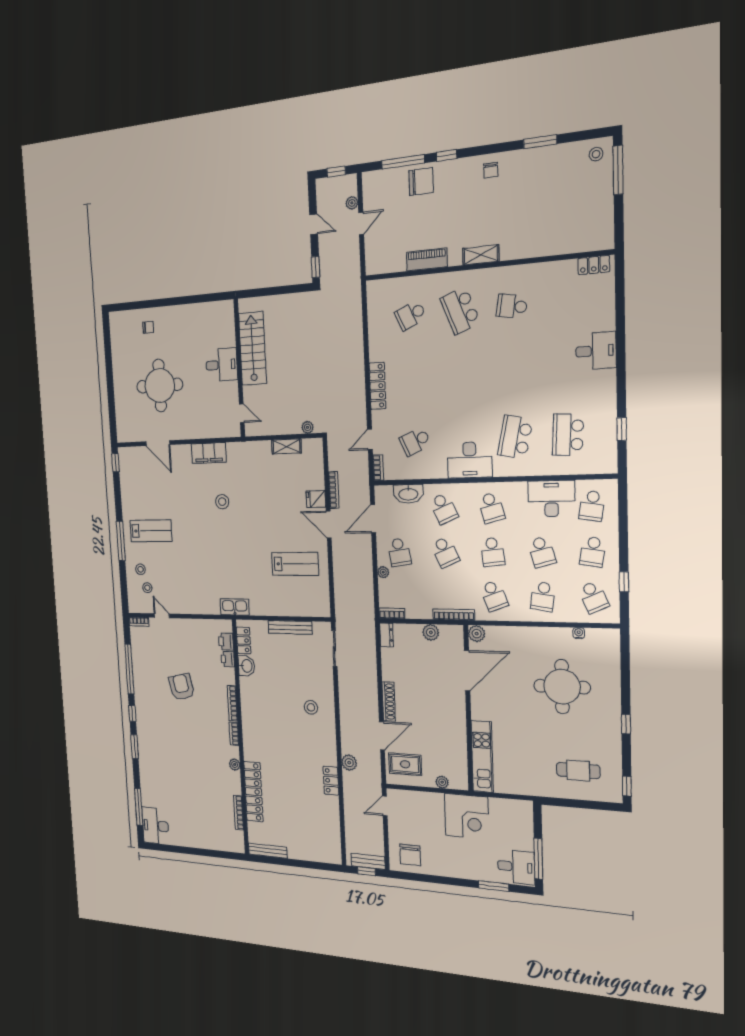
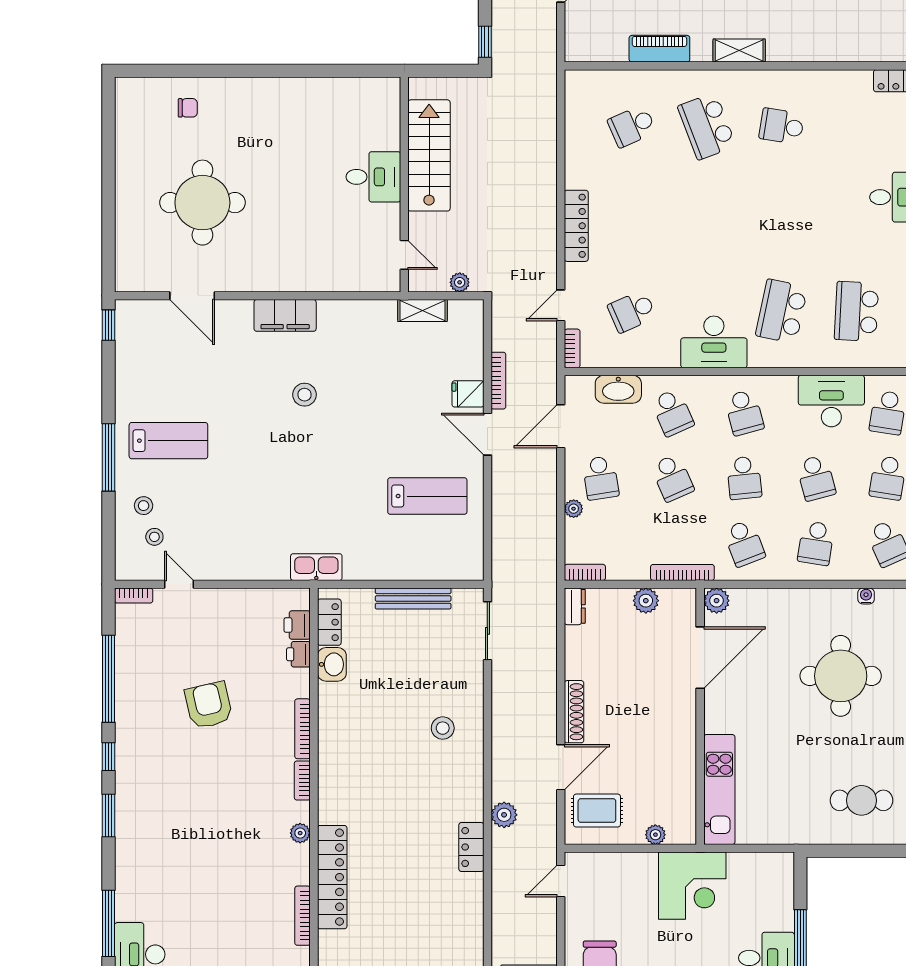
stairs: (253, 349) -> (429, 155), moved
desk: (222, 365) -> (373, 177), moved
wall: (239, 368) -> (404, 184), moved
door: (242, 413) -> (404, 255), moved

